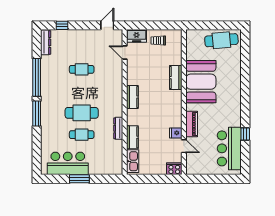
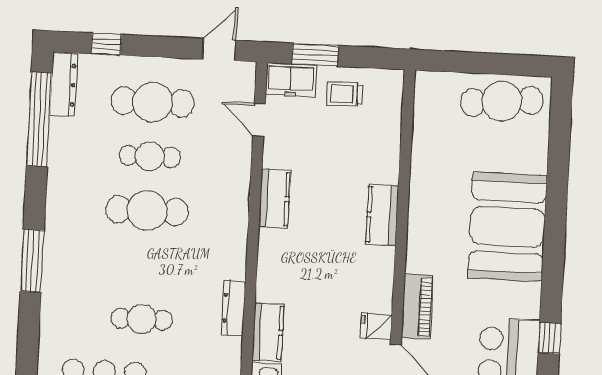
window: (146, 25) -> (315, 55), added
cafe table: (82, 48) -> (153, 102), added
window: (37, 77) -> (39, 119), moved
kitchen counter: (176, 78) -> (382, 215), moved
booth: (201, 82) -> (508, 227), moved
kitchen counter: (132, 97) -> (275, 199), moved
cafe table: (82, 113) -> (147, 211), moved

